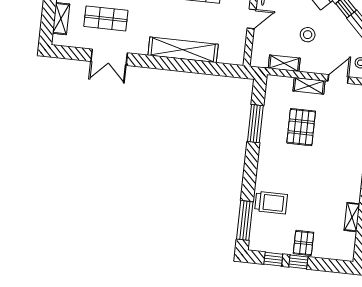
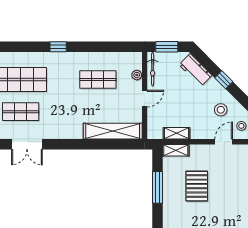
stool: (308, 35) -> (221, 110), moved
shelving: (183, 50) -> (113, 131), moved
shelving: (309, 86) -> (176, 150), moved

